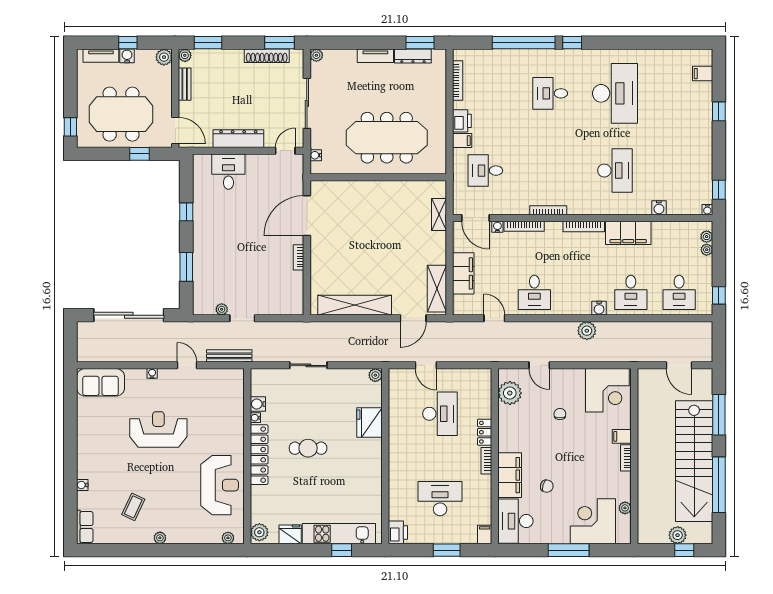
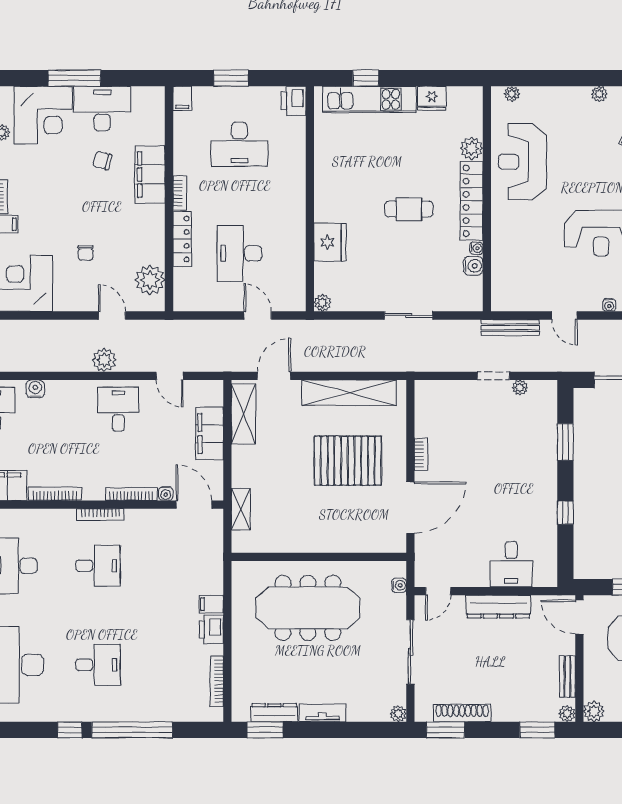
desk: (485, 171) -> (98, 566), moved
pallet: (356, 252) -> (348, 461), added
plant: (587, 331) -> (104, 360), moved
locker: (485, 432) -> (182, 239), width x1.53
desk: (515, 521) -> (102, 109), moved, turned -90
plant: (259, 532) -> (471, 148), moved

